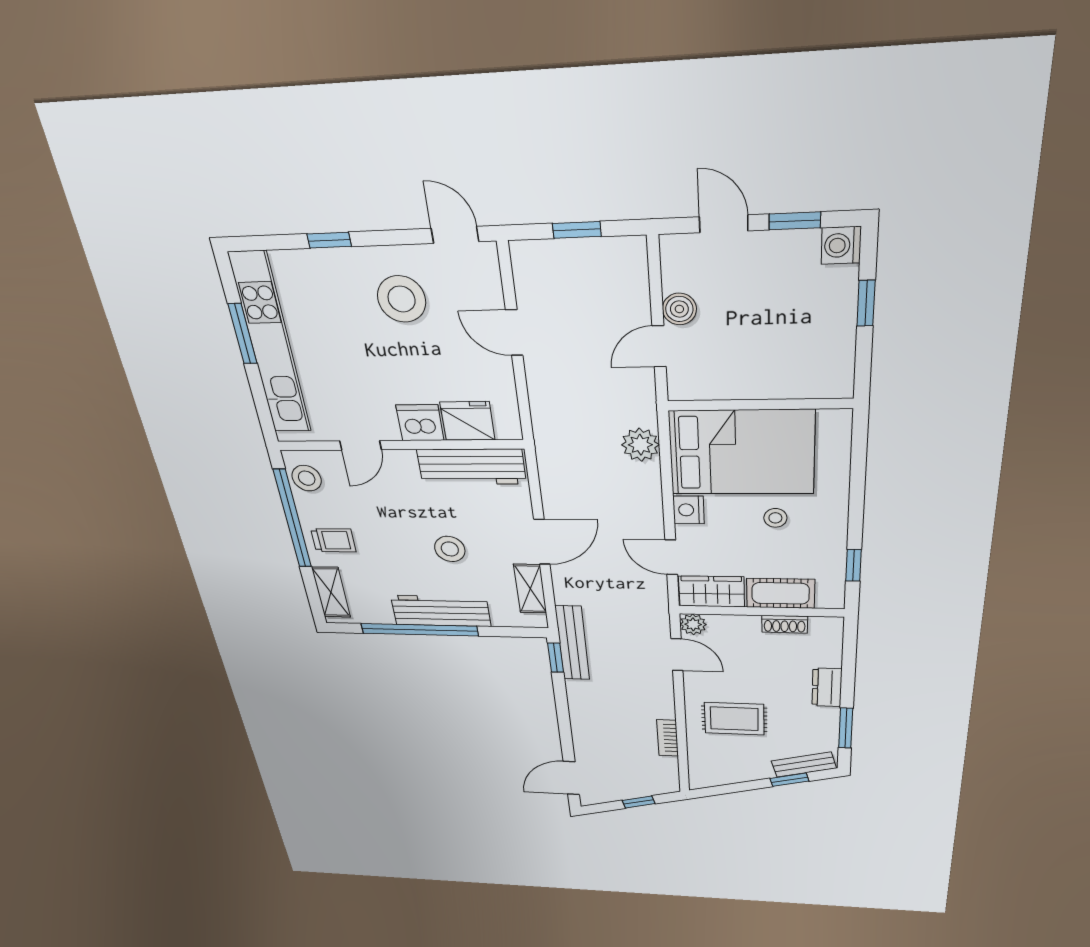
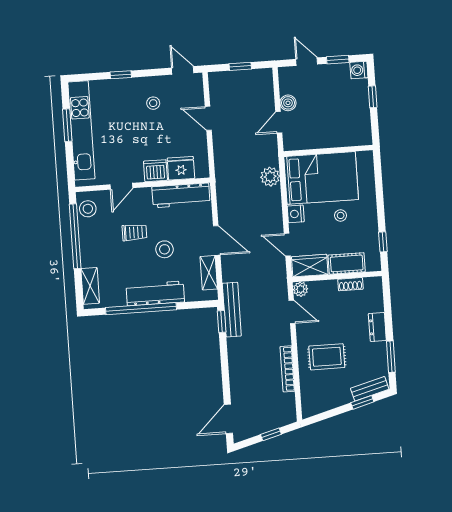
stool: (402, 299) -> (153, 103), width x0.53, depth x0.53
trolley: (333, 540) -> (134, 233), moved
door: (542, 542) -> (217, 240), hinge flipped
bookcase: (668, 738) -> (288, 369), width x1.56

